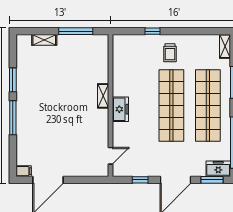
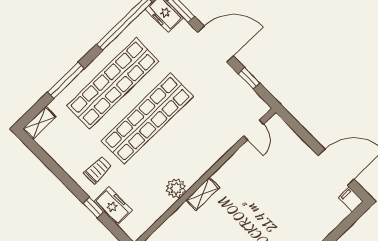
plant: (120, 85) -> (176, 188), added
freezer: (120, 109) -> (113, 206), moved, turned 90
door: (110, 156) -> (254, 130), swing flipped

